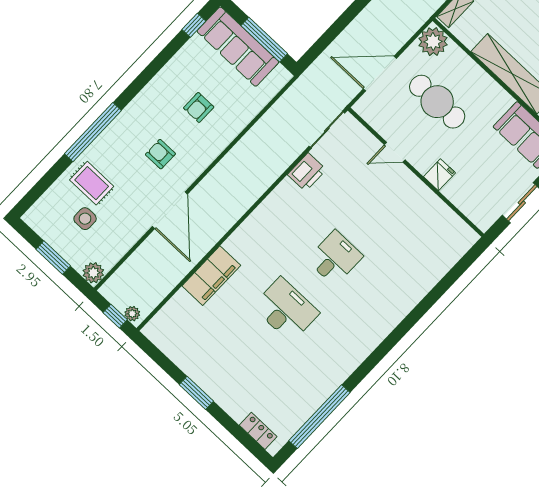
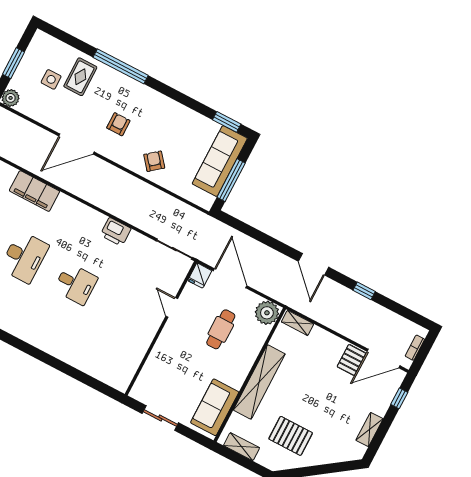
window: (194, 25) -> (227, 122), width x1.50
cafe table: (437, 102) -> (221, 329), width x0.73, depth x0.74
armchair: (199, 107) -> (154, 161), moved, turned 51
printer: (307, 172) -> (116, 232), moved
fridge: (439, 175) -> (200, 276), moved, turned 90

